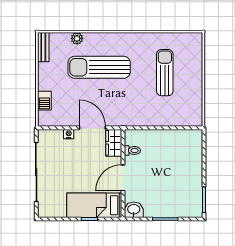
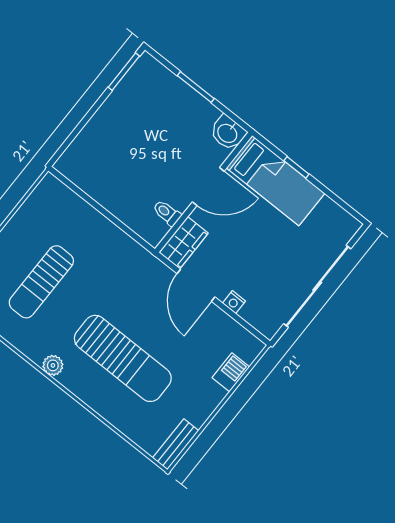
plant: (77, 38) -> (53, 365), moved

